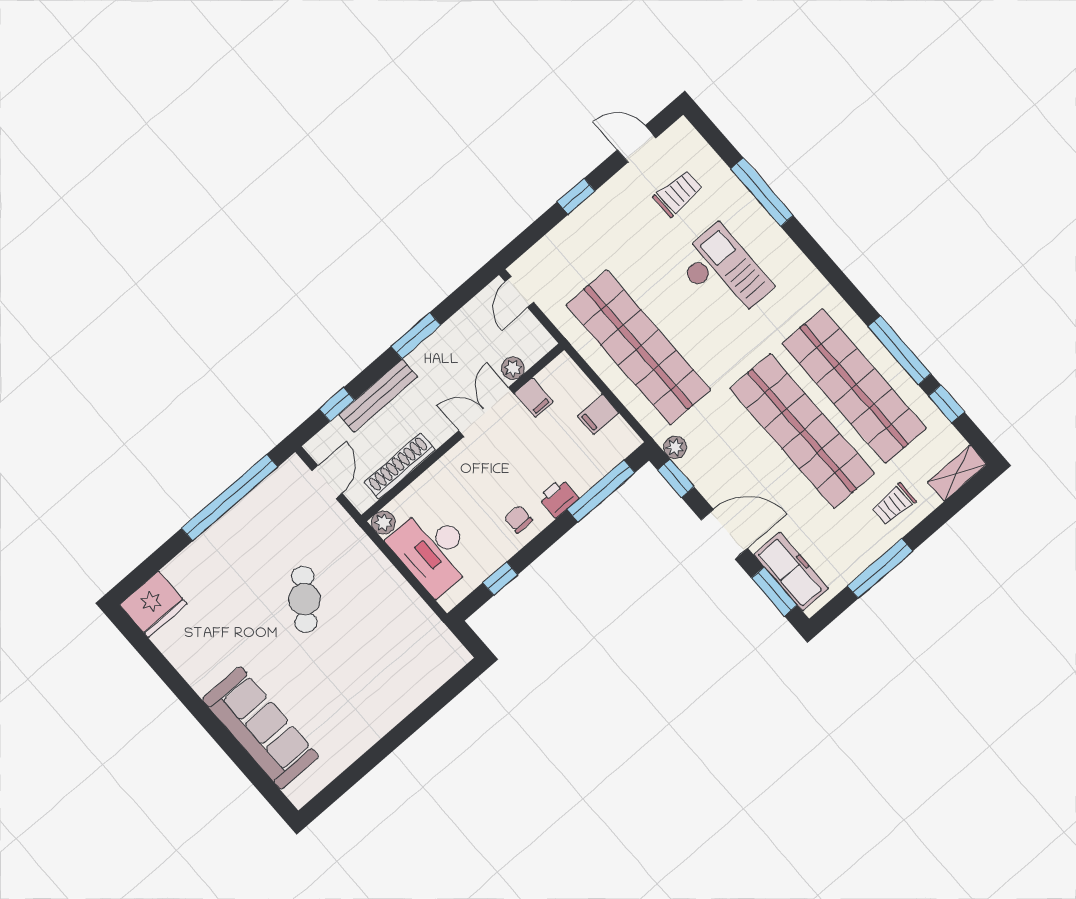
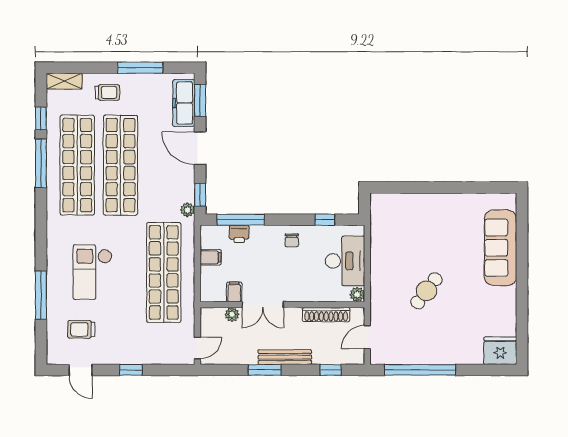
bench: (378, 396) -> (285, 357), moved
printer: (558, 498) -> (239, 234), moved

